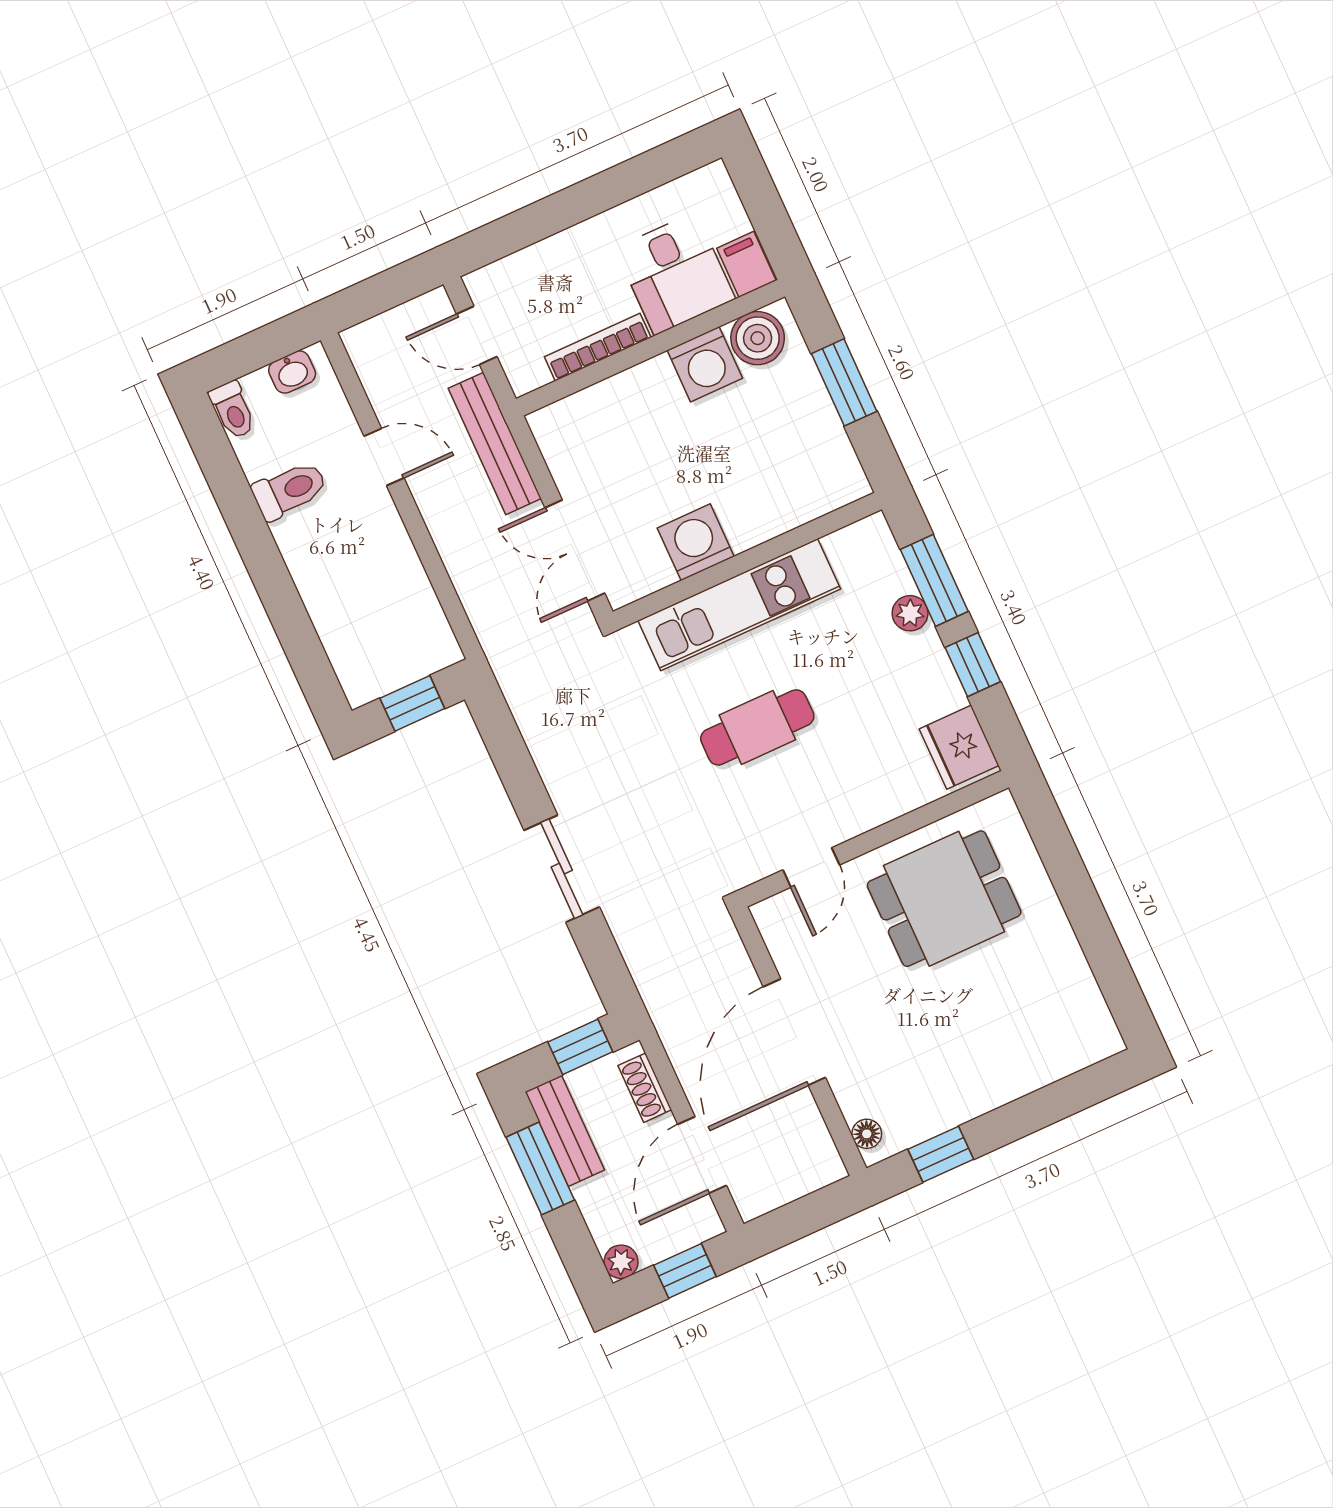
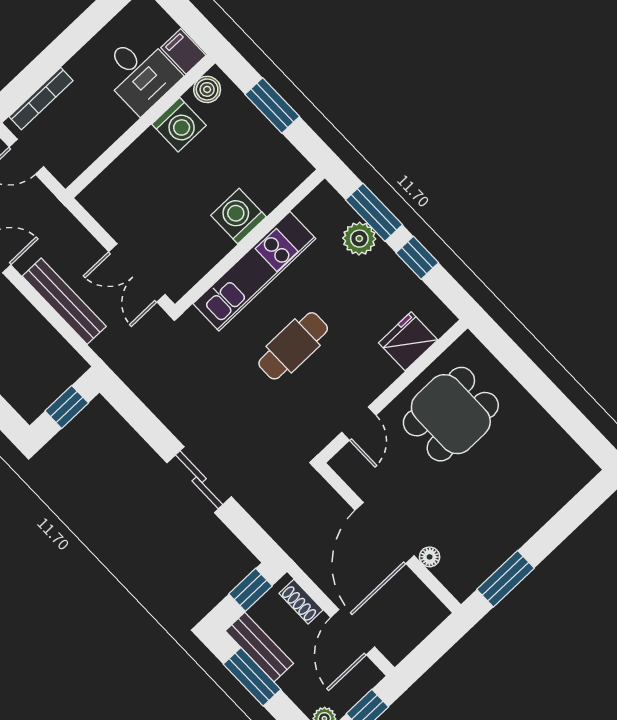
boiler: (758, 338) -> (207, 89), width x0.73, depth x0.73
bookcase: (598, 347) -> (41, 99), moved, turned 180
bench: (495, 443) -> (64, 301), moved
washing machine: (696, 542) -> (239, 216), moved
plant: (910, 613) -> (359, 239), width x1.38, depth x1.38
fridge: (959, 747) -> (408, 341), moved, turned 90
floor lamp: (867, 1134) -> (430, 557), moved
window: (941, 1154) -> (505, 579), width x1.50

